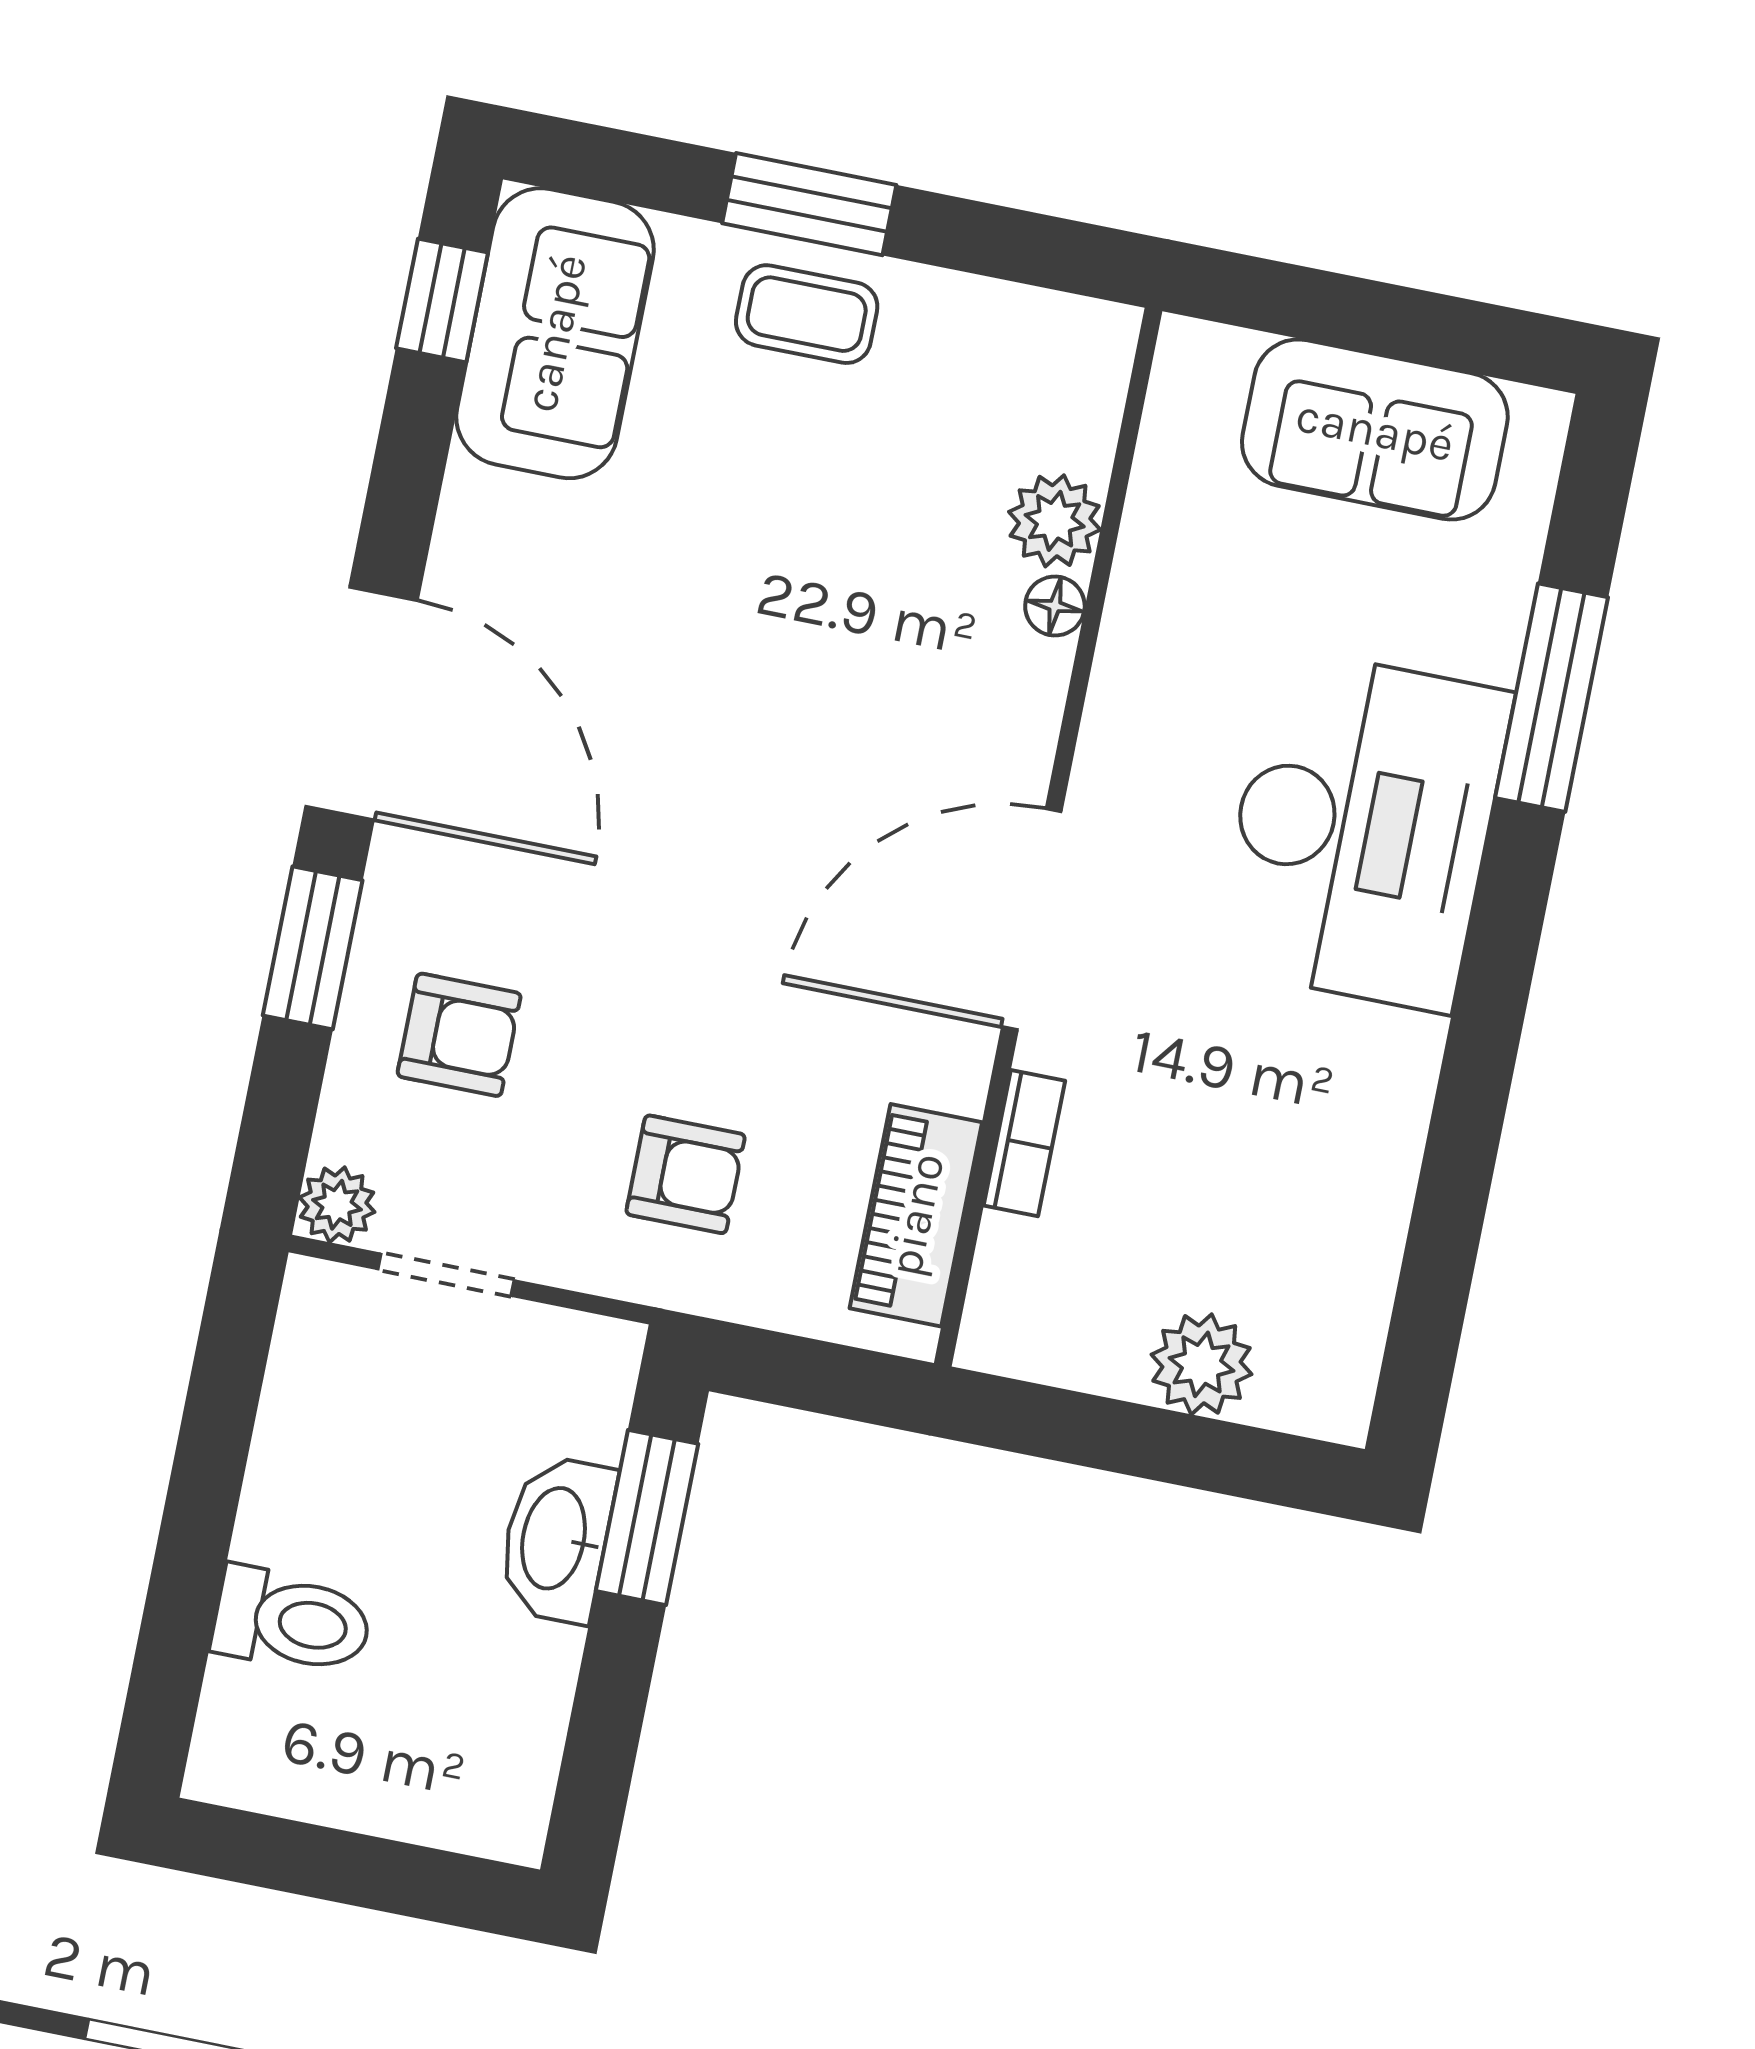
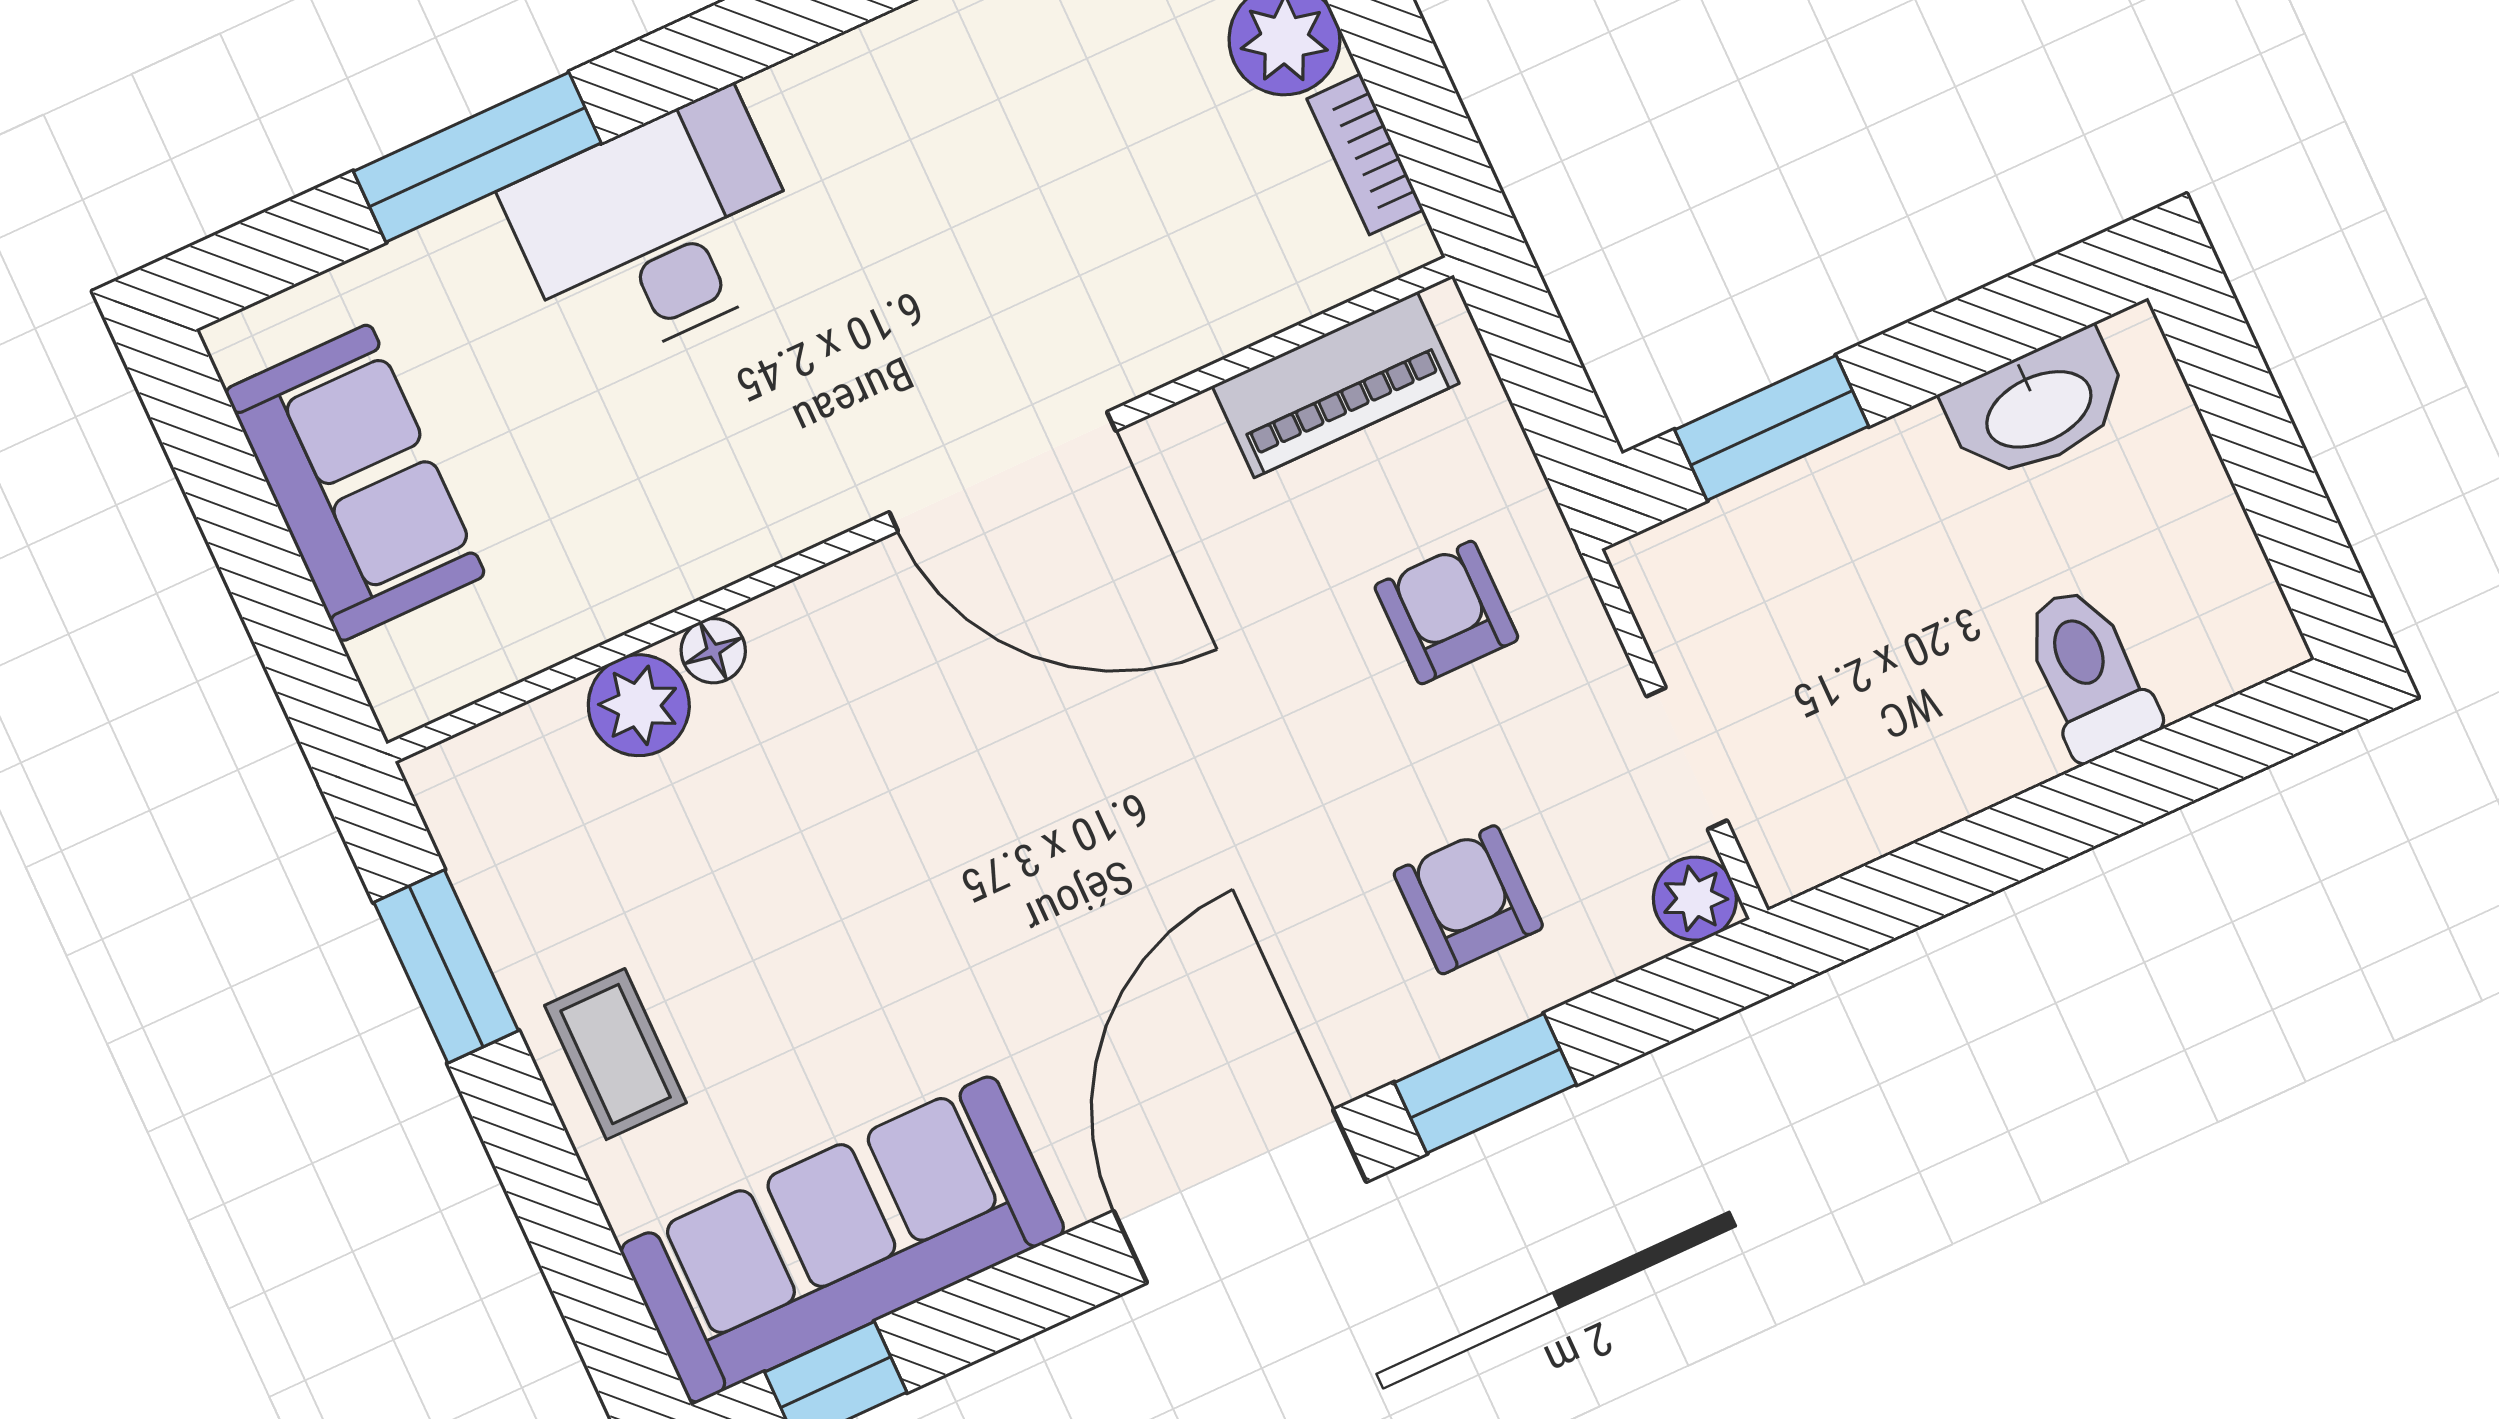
window: (809, 204) -> (446, 967), moved
sofa: (555, 333) -> (842, 1240), width x1.36
desk: (1363, 830) -> (657, 230), width x0.73, depth x0.77
bookcase: (1024, 1143) -> (1365, 154), moved, turned -90
washbasin: (556, 1539) -> (2038, 407), moved

